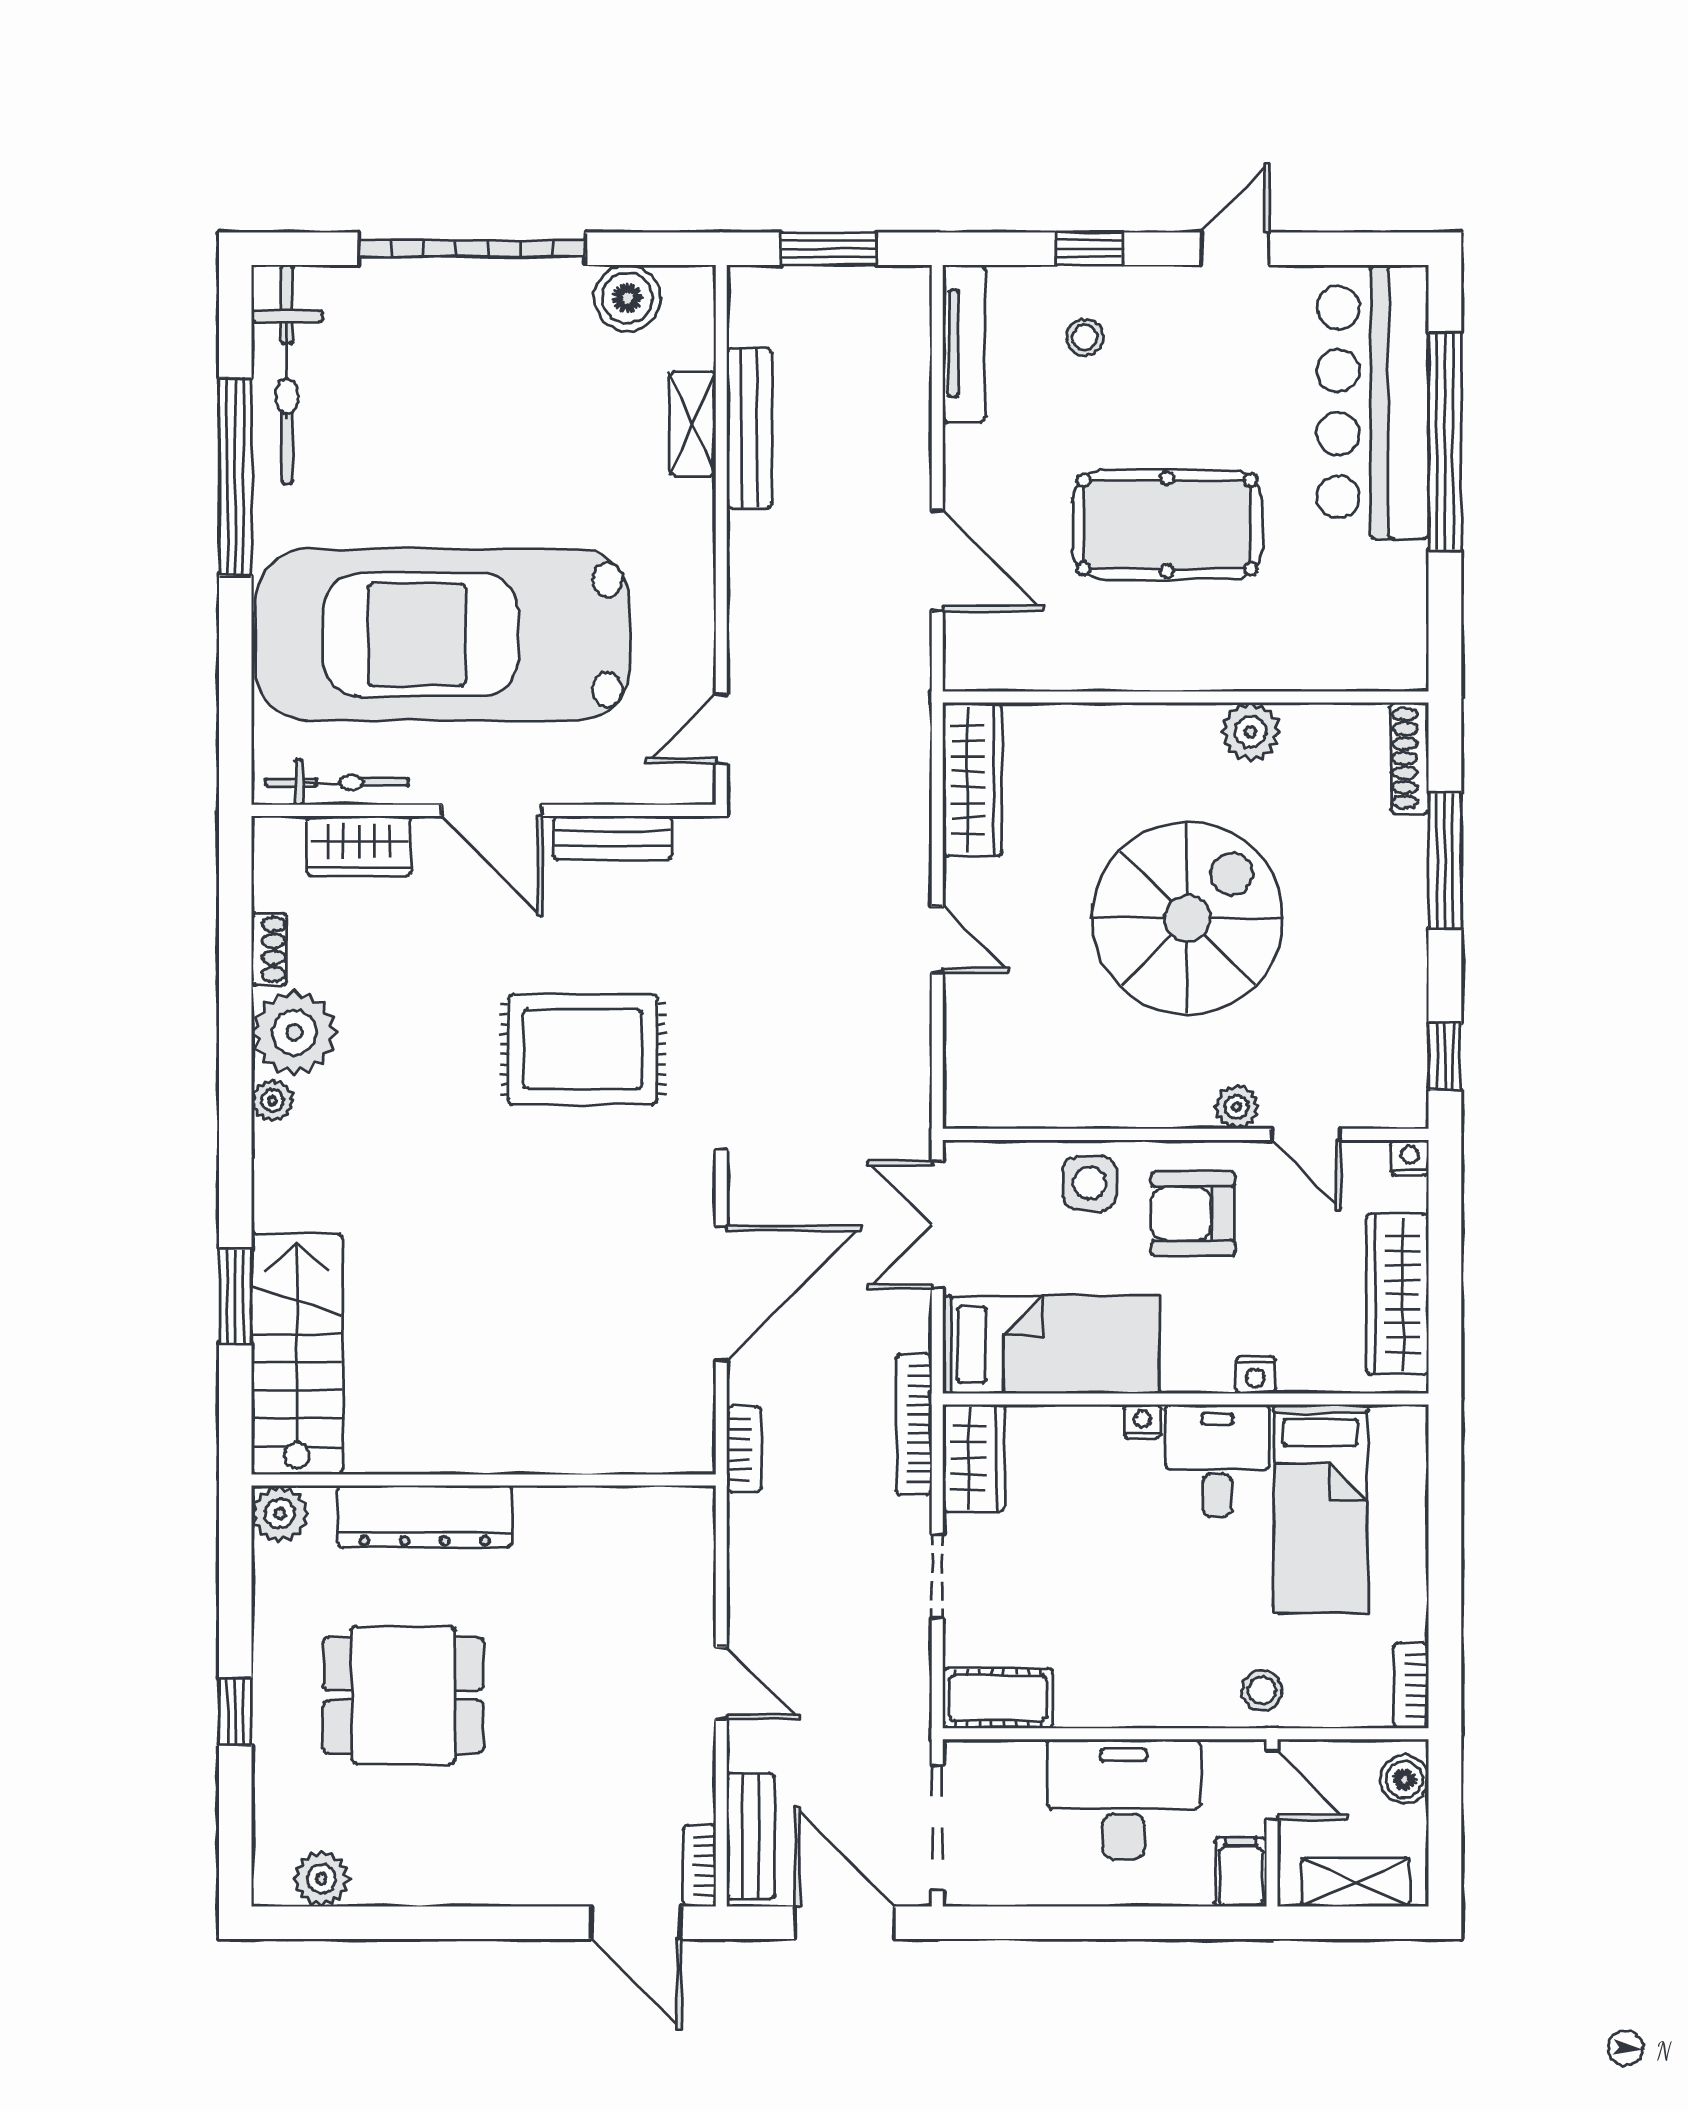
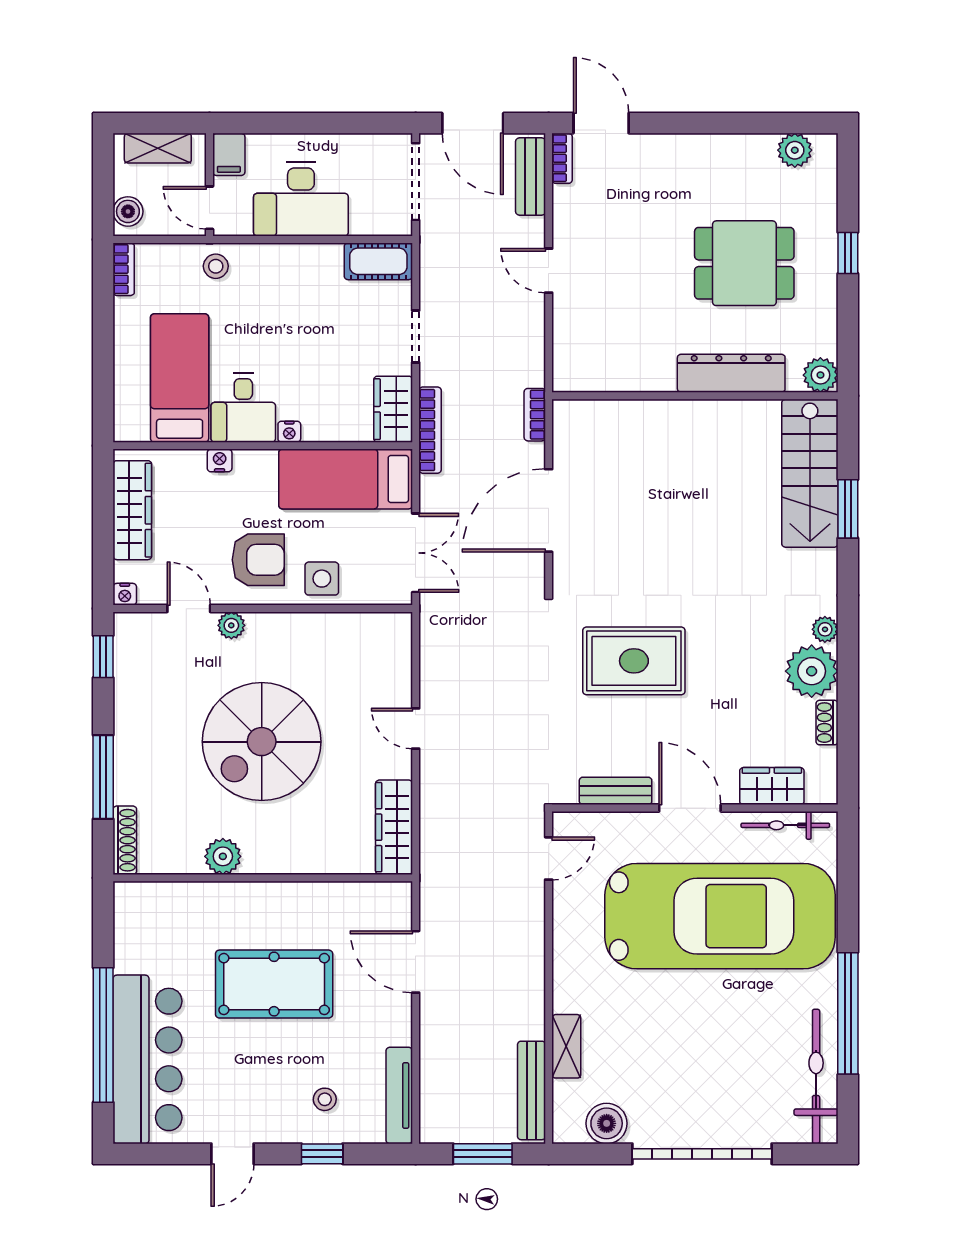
bench: (749, 428) -> (531, 1090), moved

